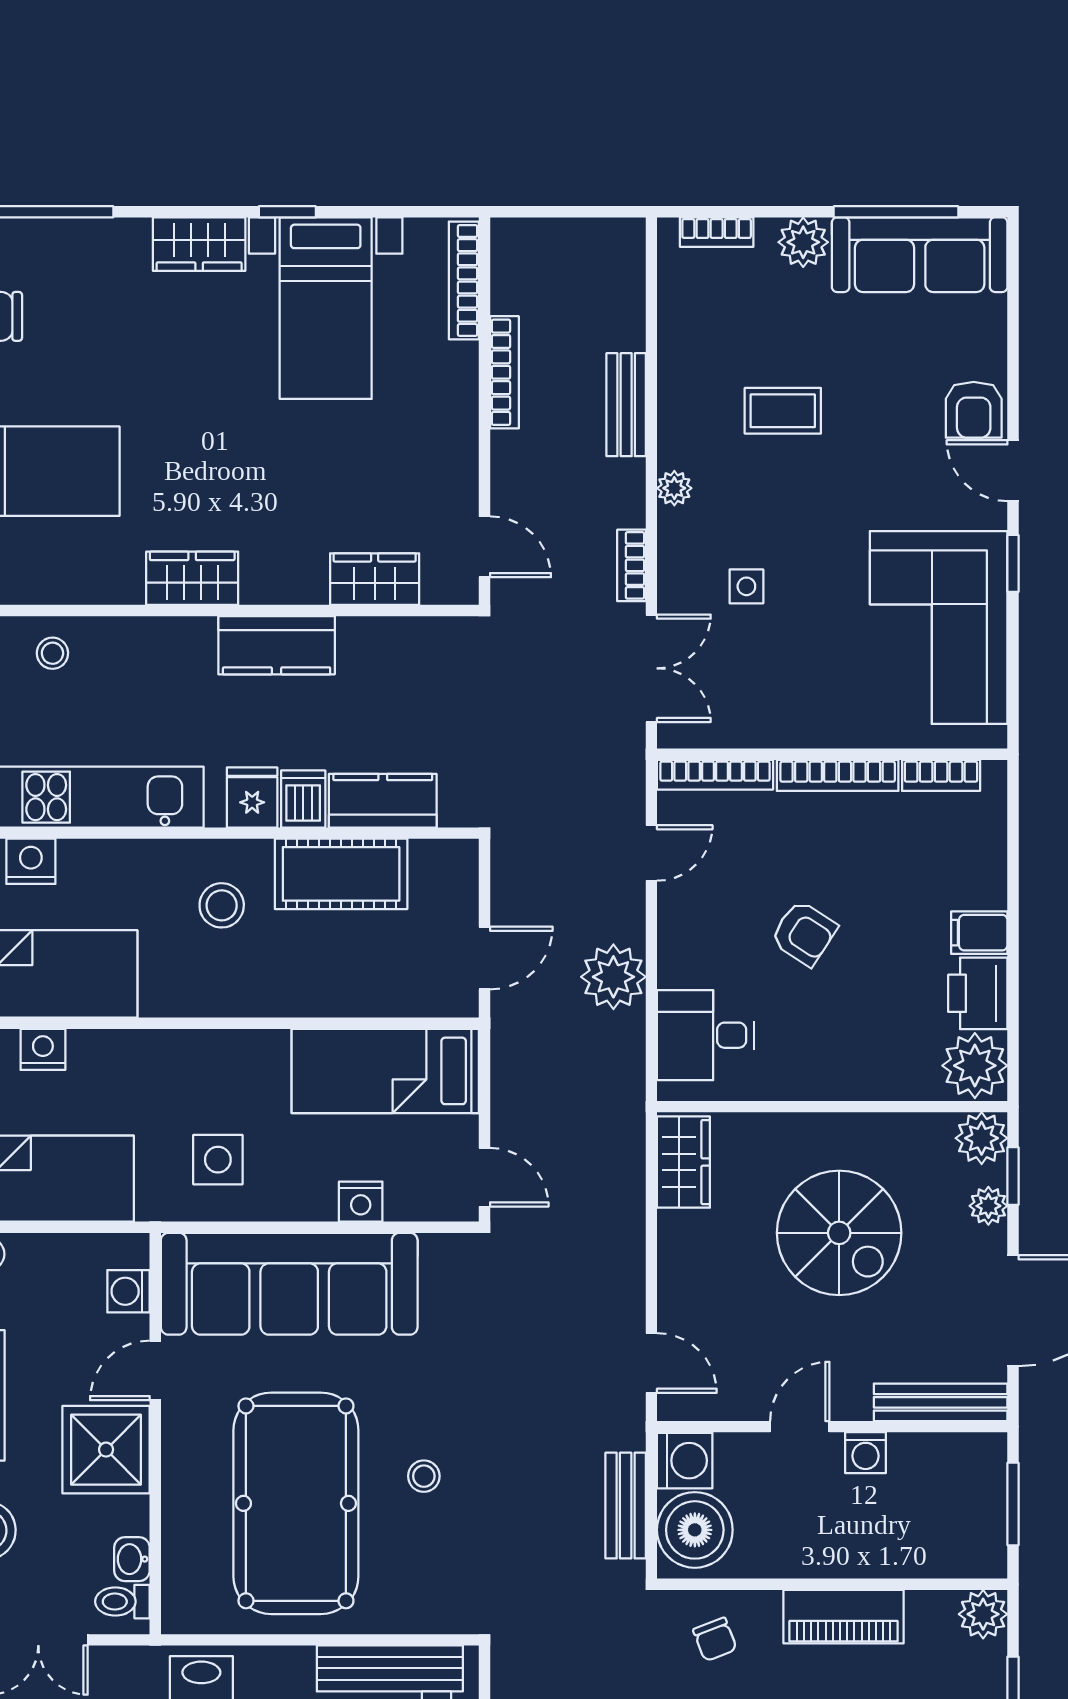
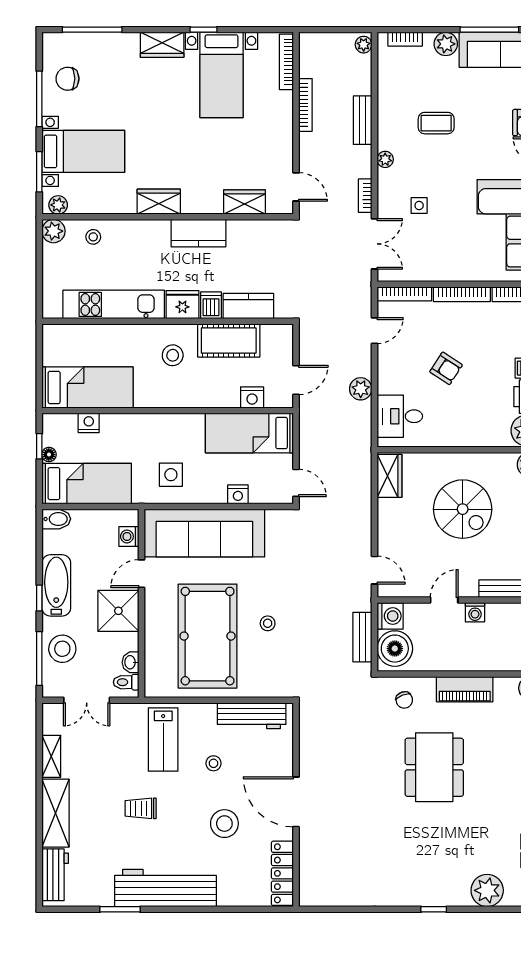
plant: (628, 244) -> (364, 45), added
fridge: (252, 797) -> (182, 305), width x1.38
nightstand: (31, 861) -> (252, 397), moved, turned 180
plant: (613, 977) -> (361, 389), width x0.73, depth x0.73

